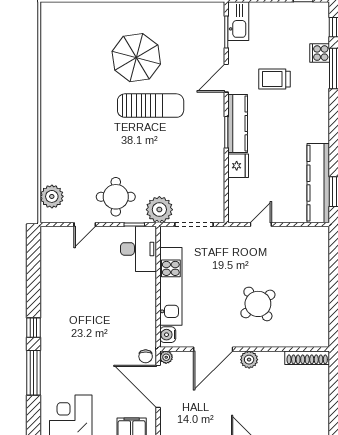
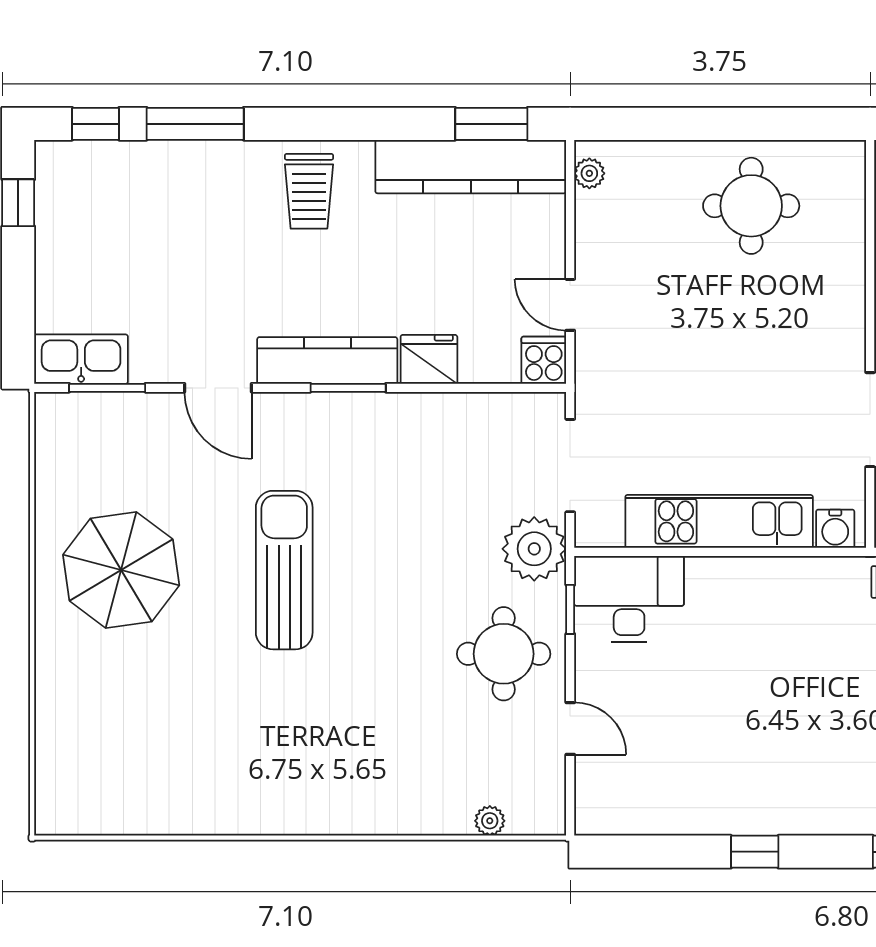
cooker: (320, 53) -> (544, 360), moved, turned 180
parasol: (136, 58) -> (121, 570), moved
trolley: (275, 79) -> (309, 191), moved
plant: (52, 196) -> (490, 821), width x0.53, depth x0.53
plant: (315, 232) -> (589, 173), added
round table: (258, 304) -> (751, 206), moved, turned 37
window: (33, 328) -> (755, 852), moved

